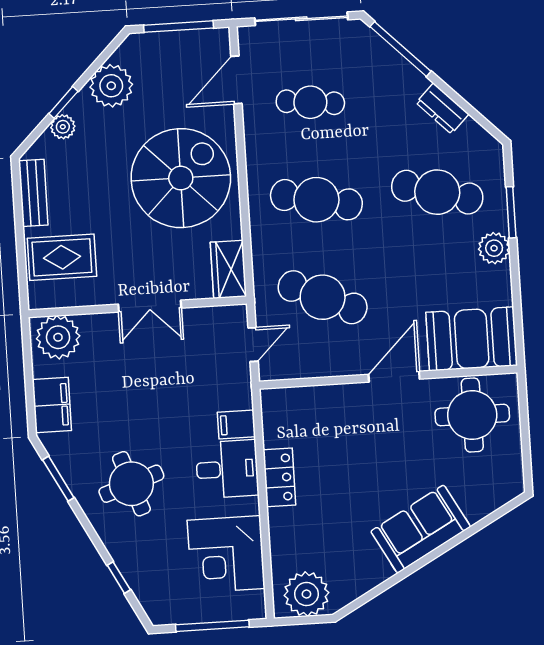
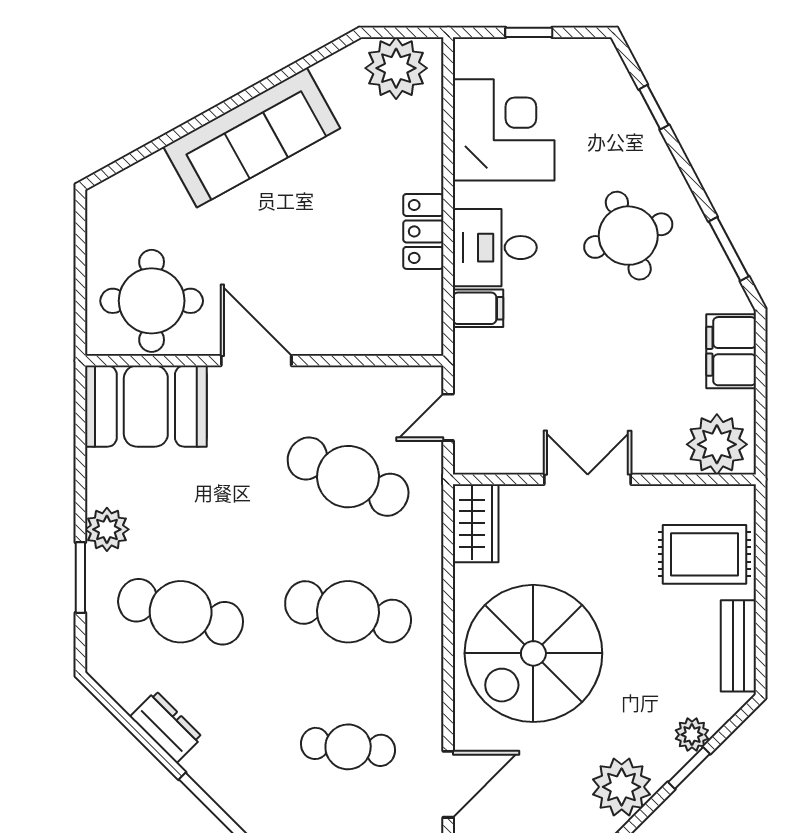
door: (394, 377) -> (256, 361), swing flipped
sofa: (421, 529) -> (252, 137), width x1.36
window: (212, 626) -> (529, 32), width x0.46

